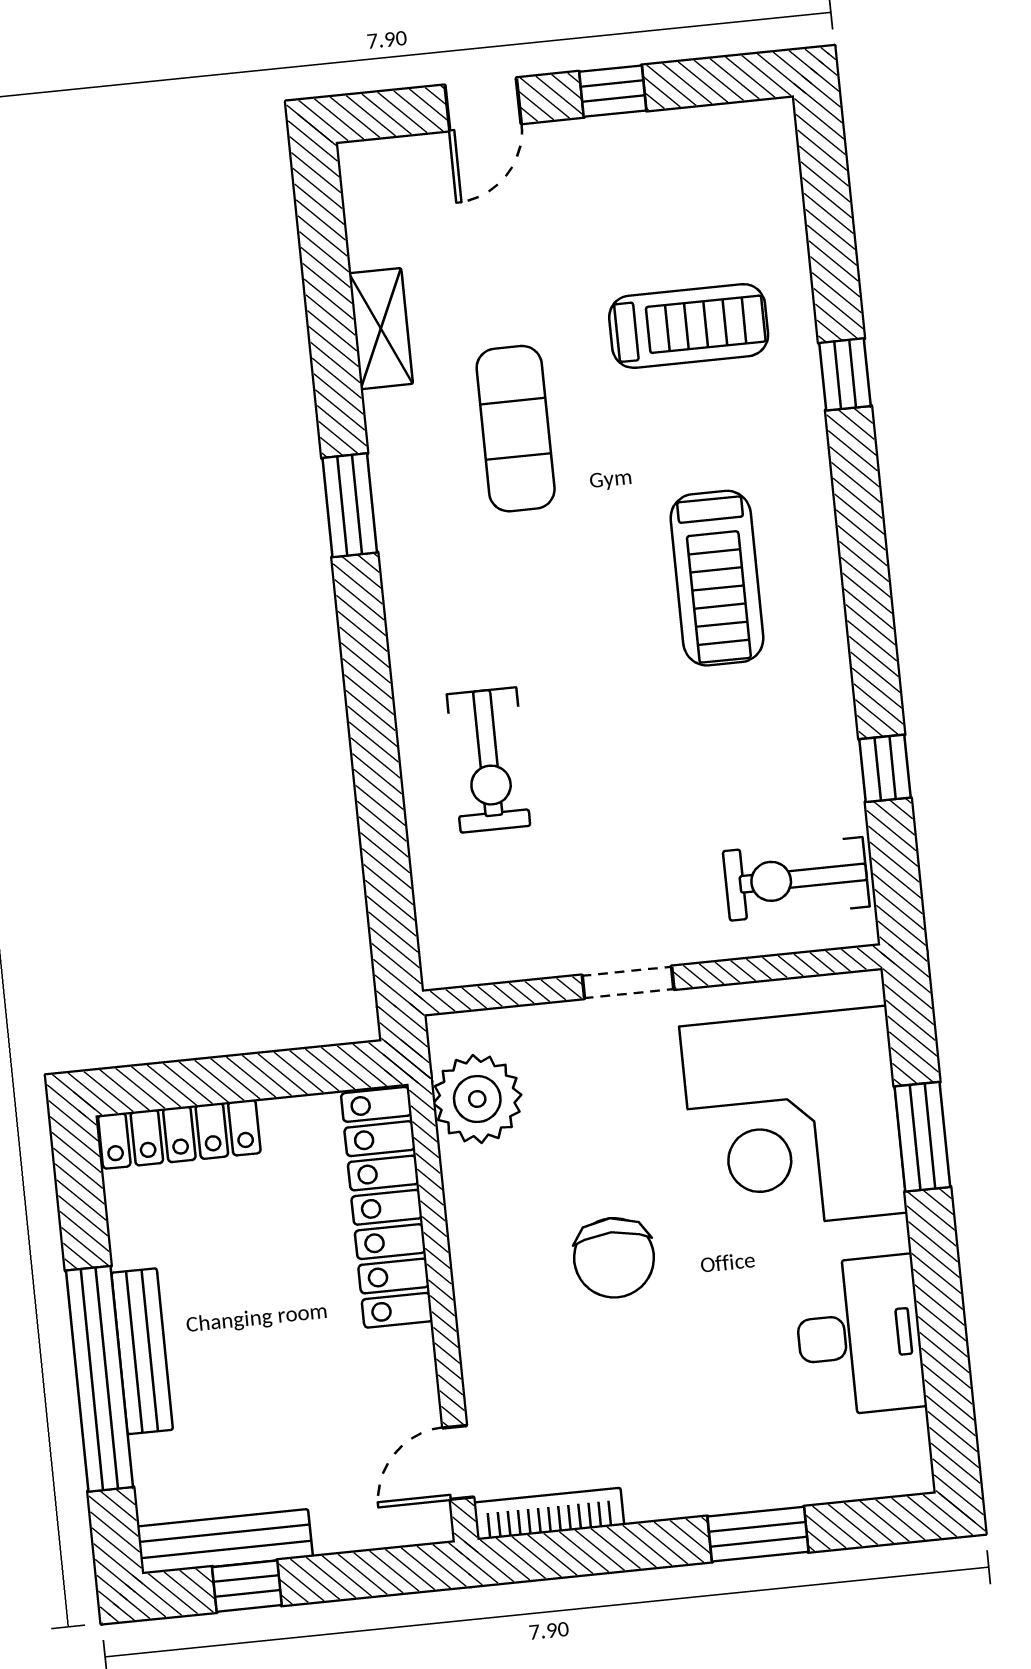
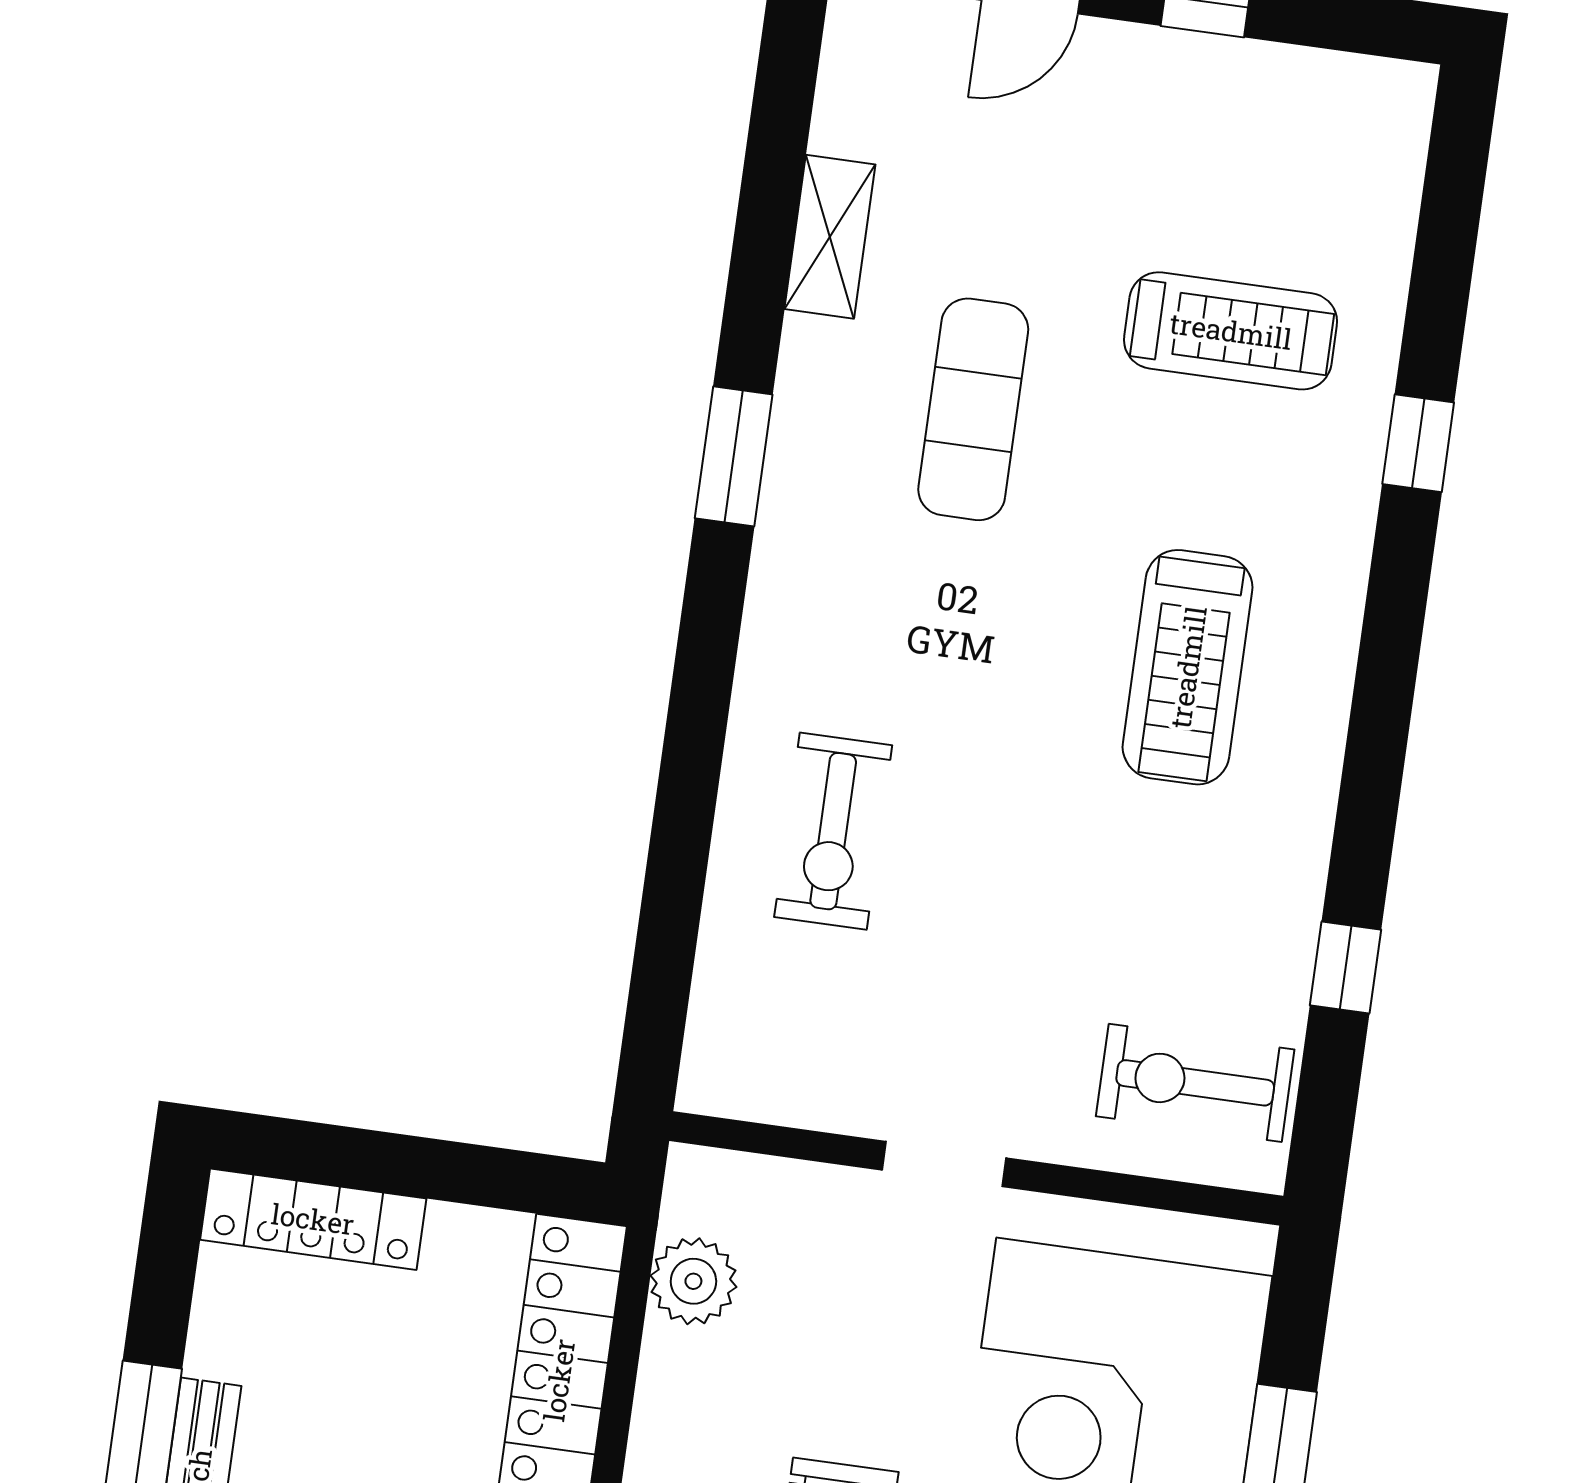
plant: (477, 1099) -> (693, 1281), width x0.73, depth x0.73

